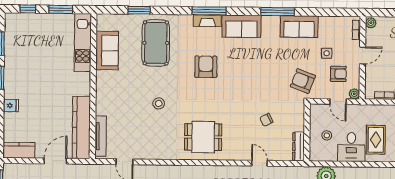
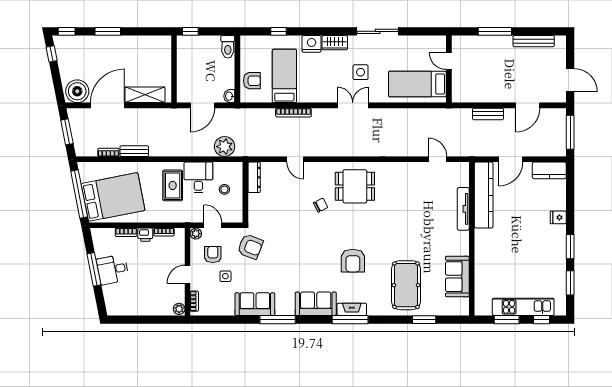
kitchen unit: (83, 43) -> (523, 307), moved, turned -90
armchair: (338, 74) -> (213, 255), turned 90
stool: (159, 103) -> (402, 221), removed
chair: (266, 120) -> (321, 205), moved
tv unit: (101, 136) -> (463, 209), moved

